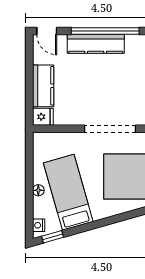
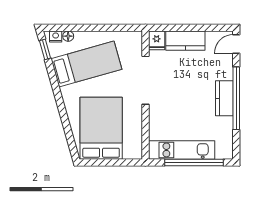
kitchen counter: (96, 44) -> (224, 98), width x0.67
doorway: (110, 129) -> (145, 80), moved
floor lamp: (38, 190) -> (68, 36), moved

